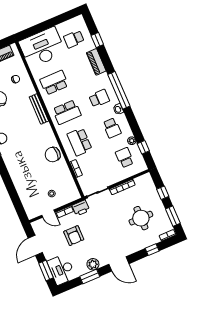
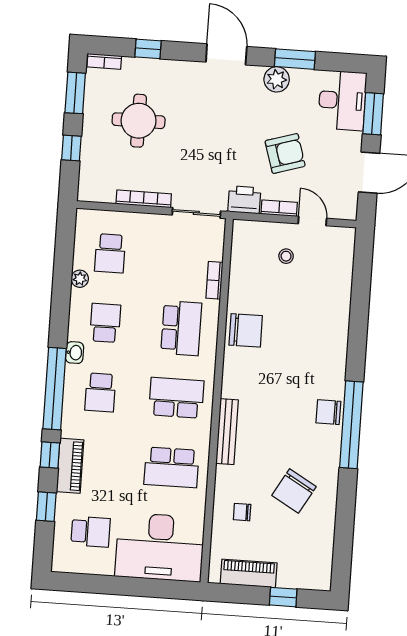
school desk: (99, 98) -> (100, 392), turned -90
window: (143, 147) -> (50, 455), moved
armchair: (74, 236) -> (285, 153), turned 73

